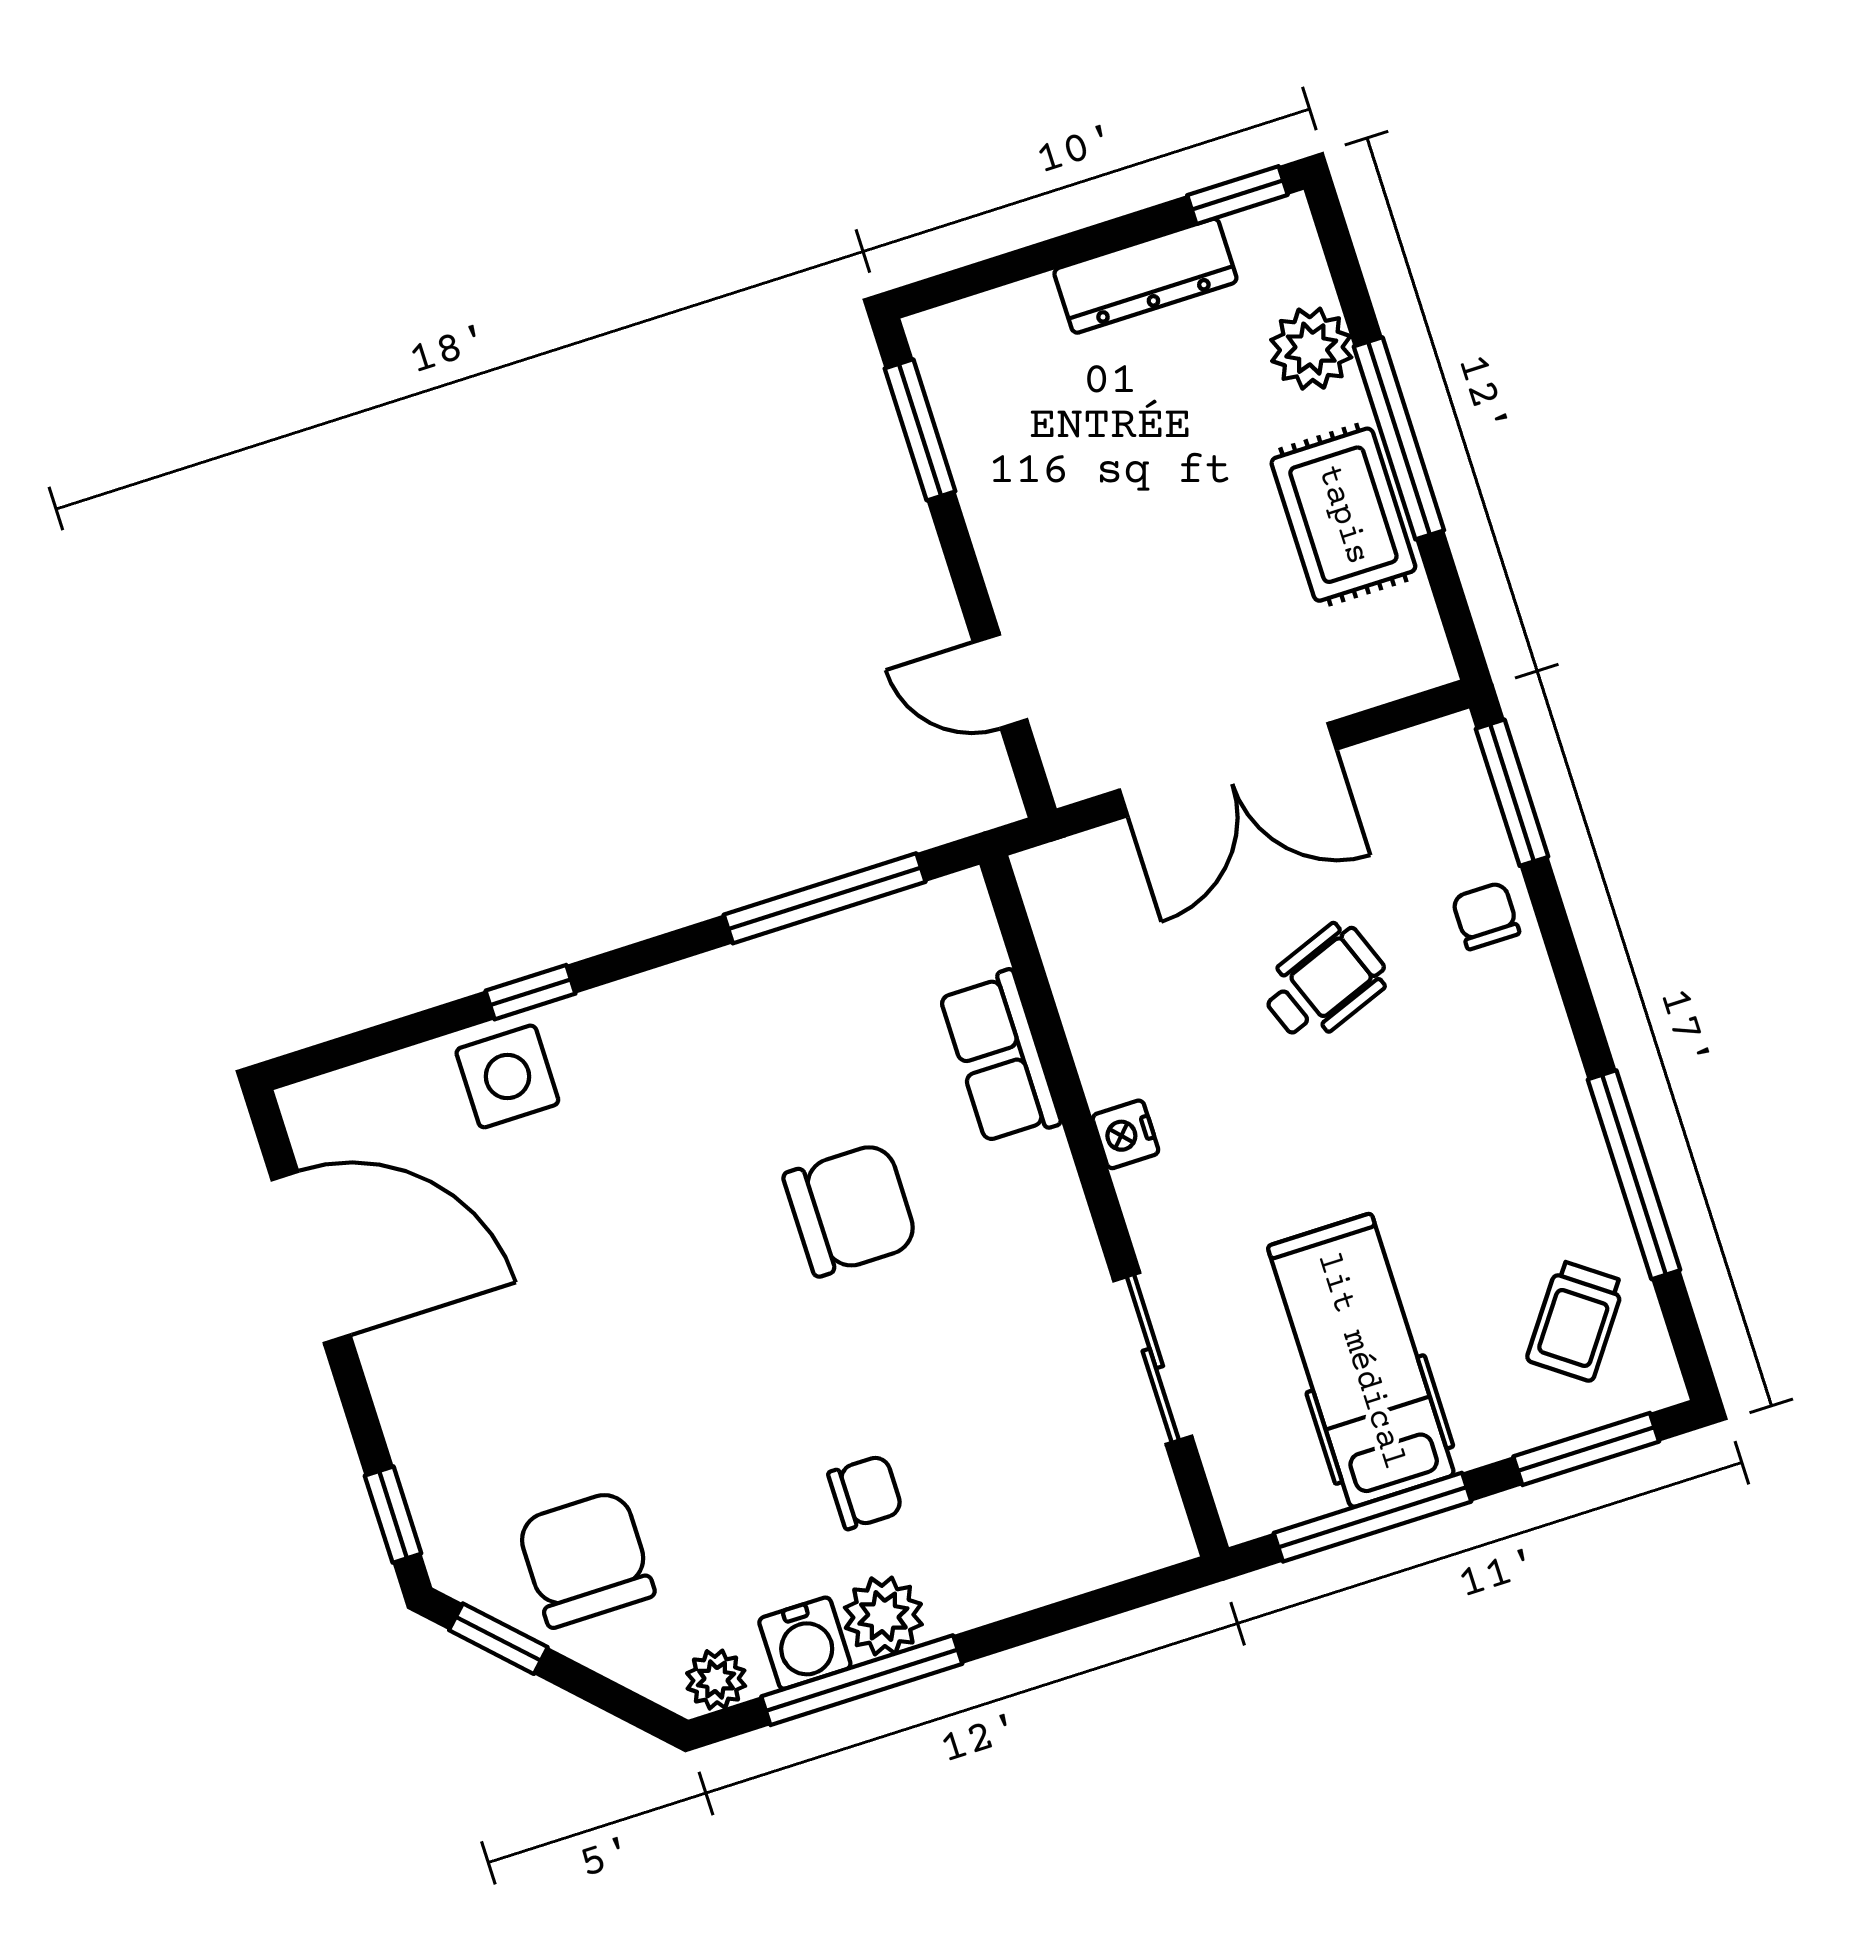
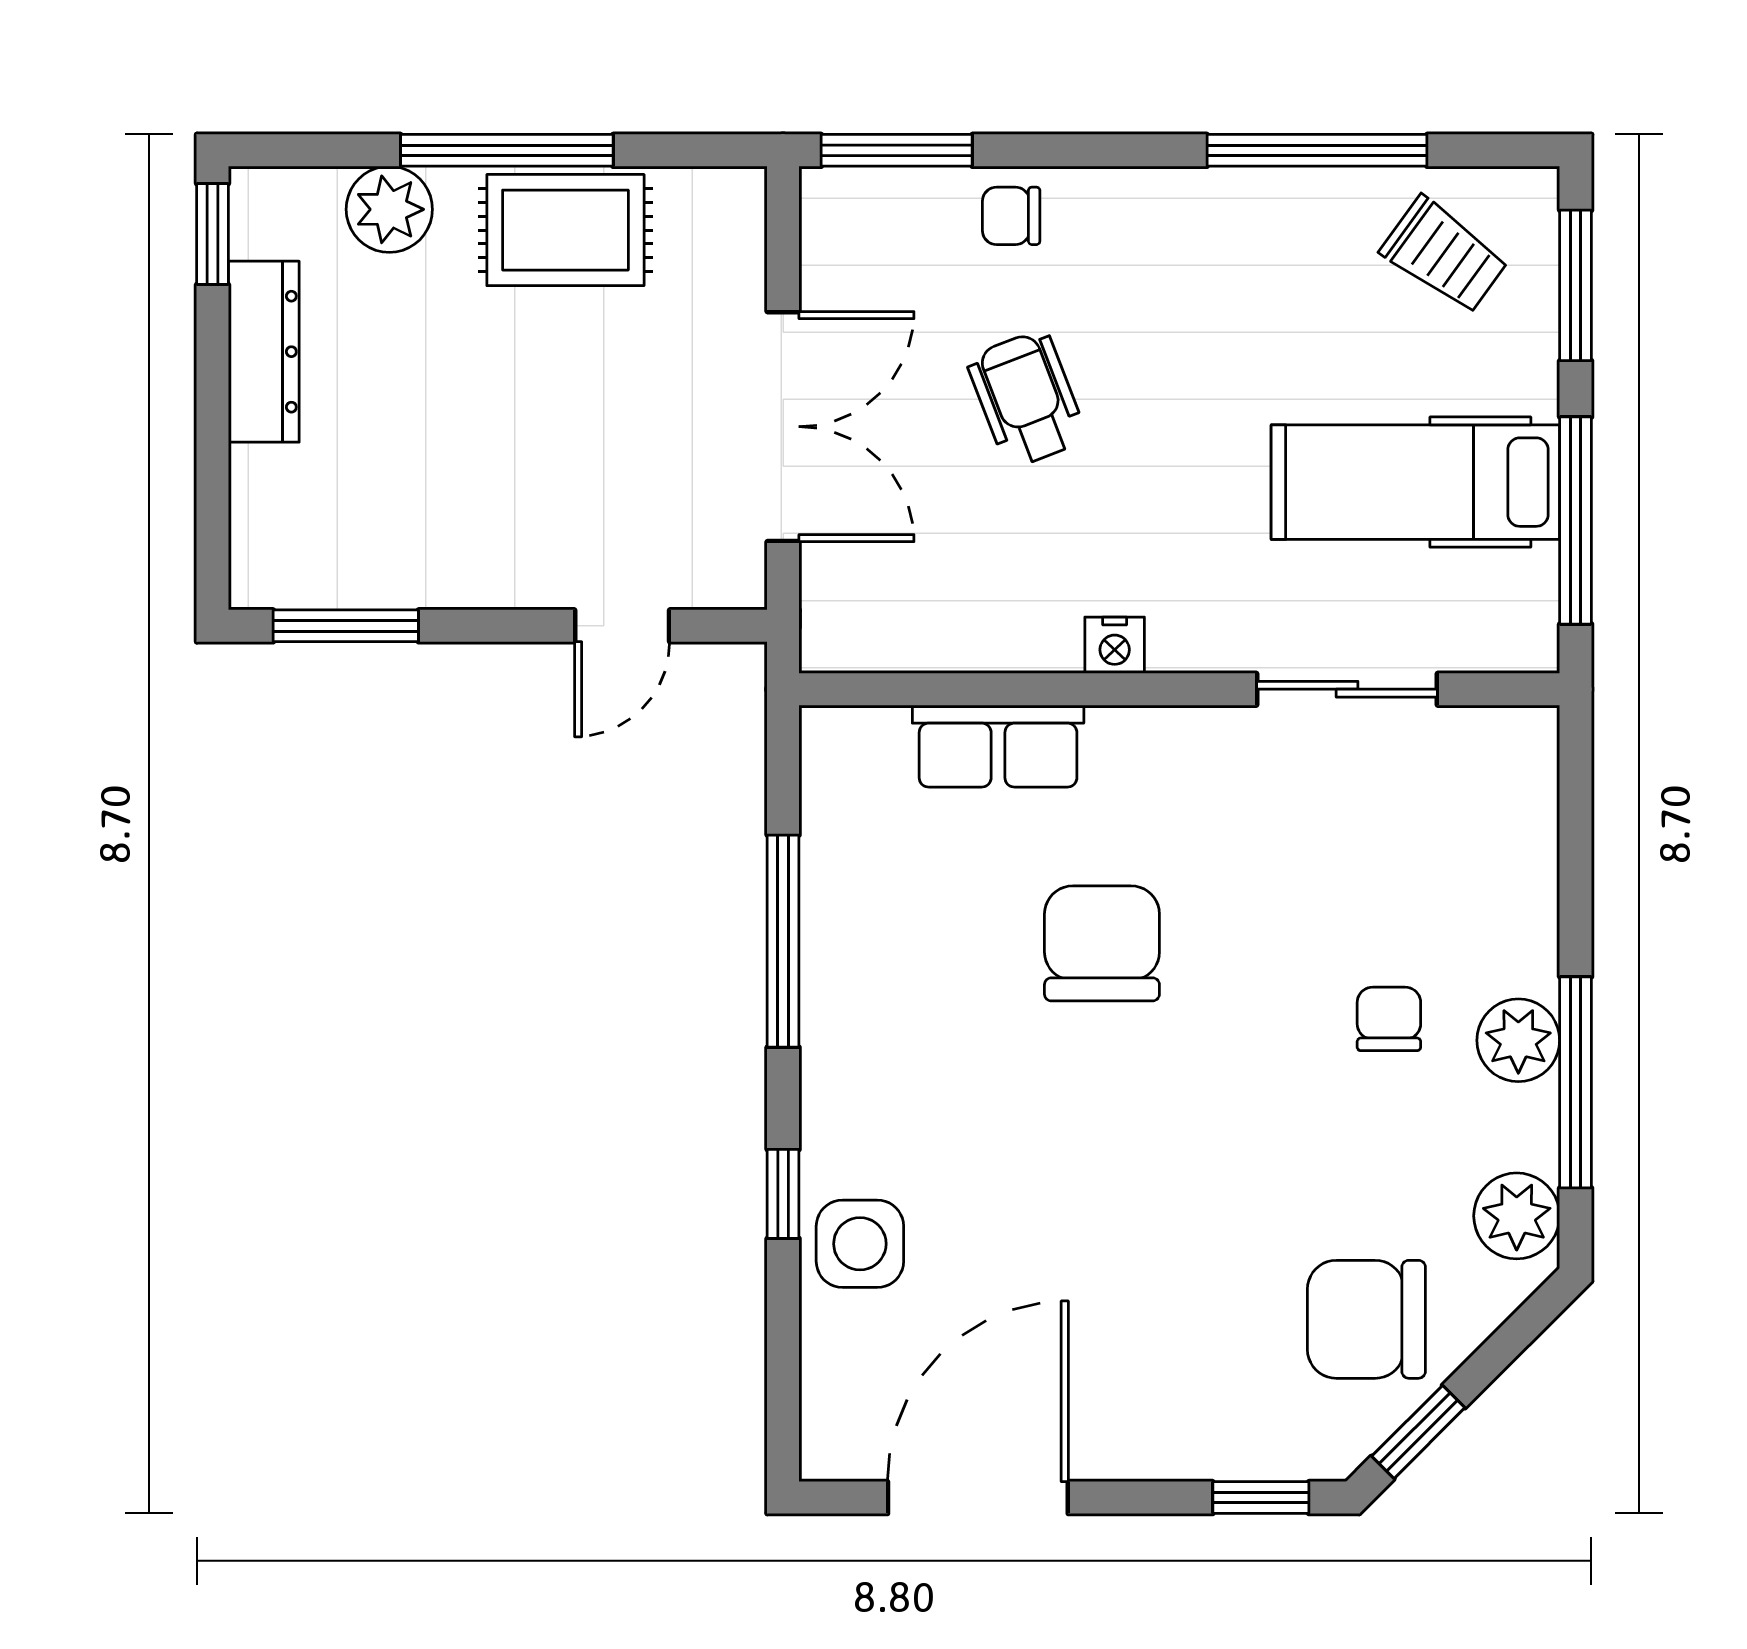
window: (825, 898) -> (783, 941), moved
water cooler: (805, 1643) -> (1520, 1127), removed
plant: (716, 1680) -> (1517, 1216), width x1.38, depth x1.38

